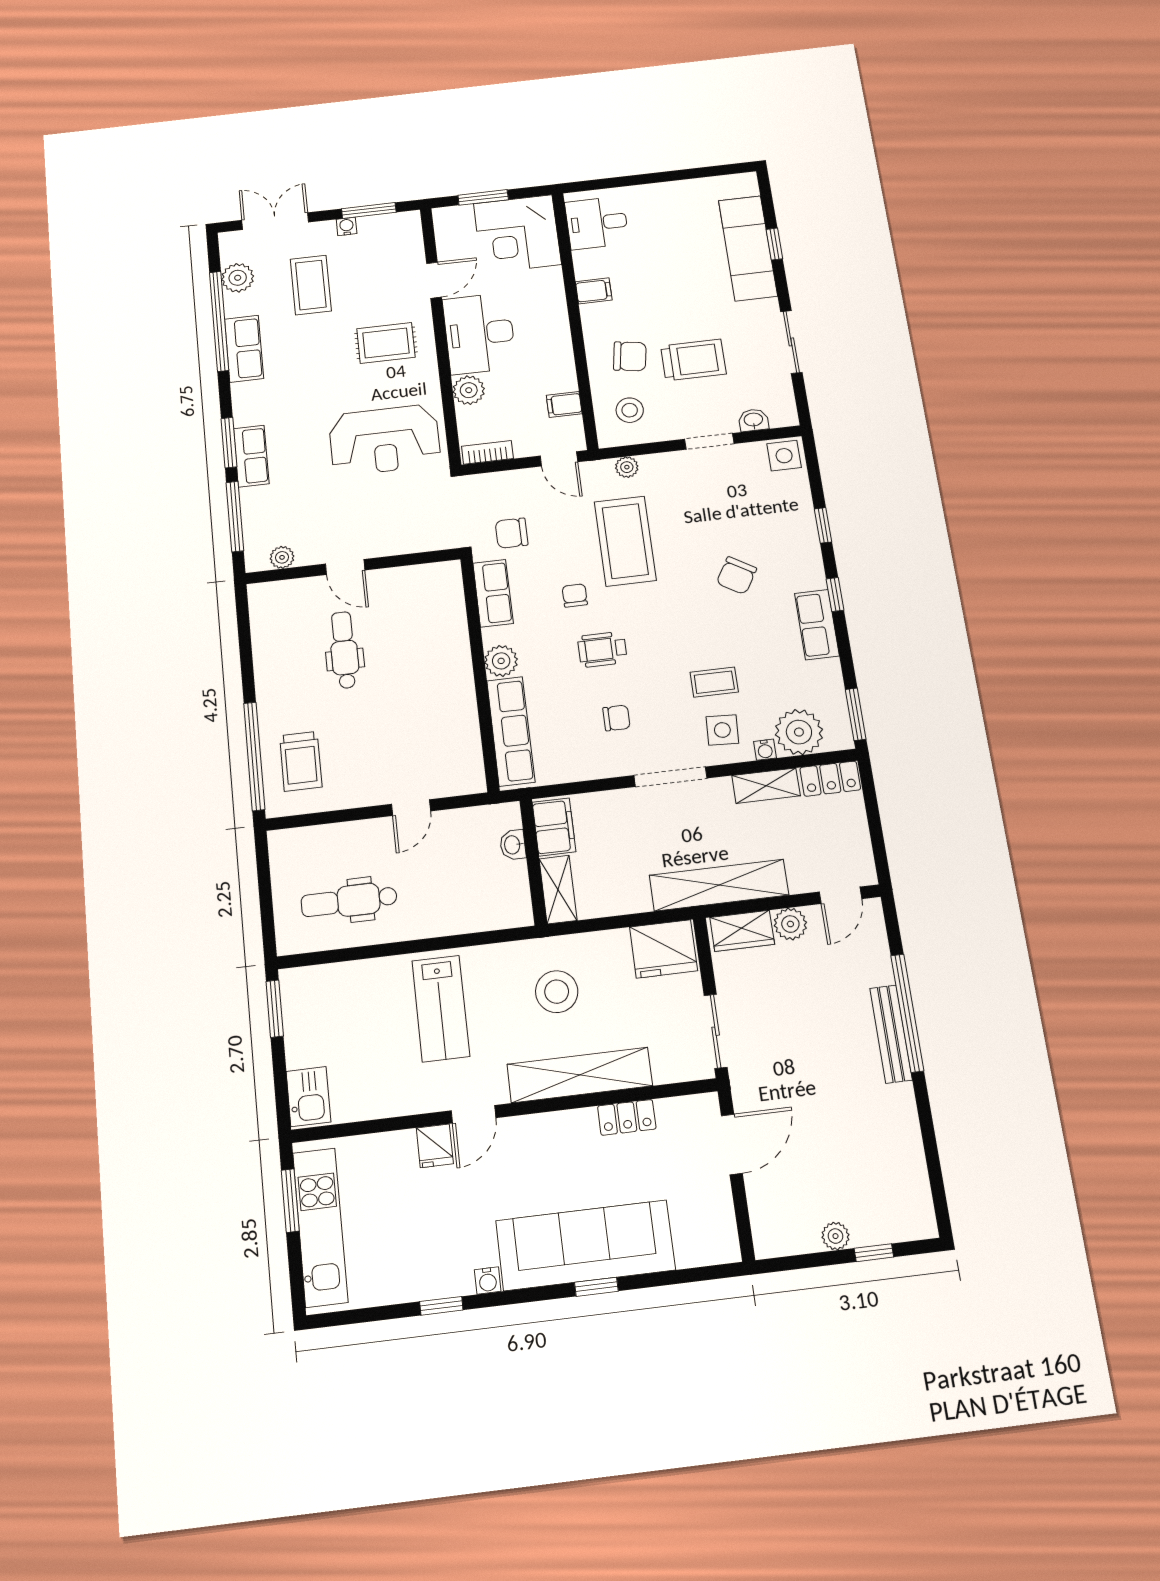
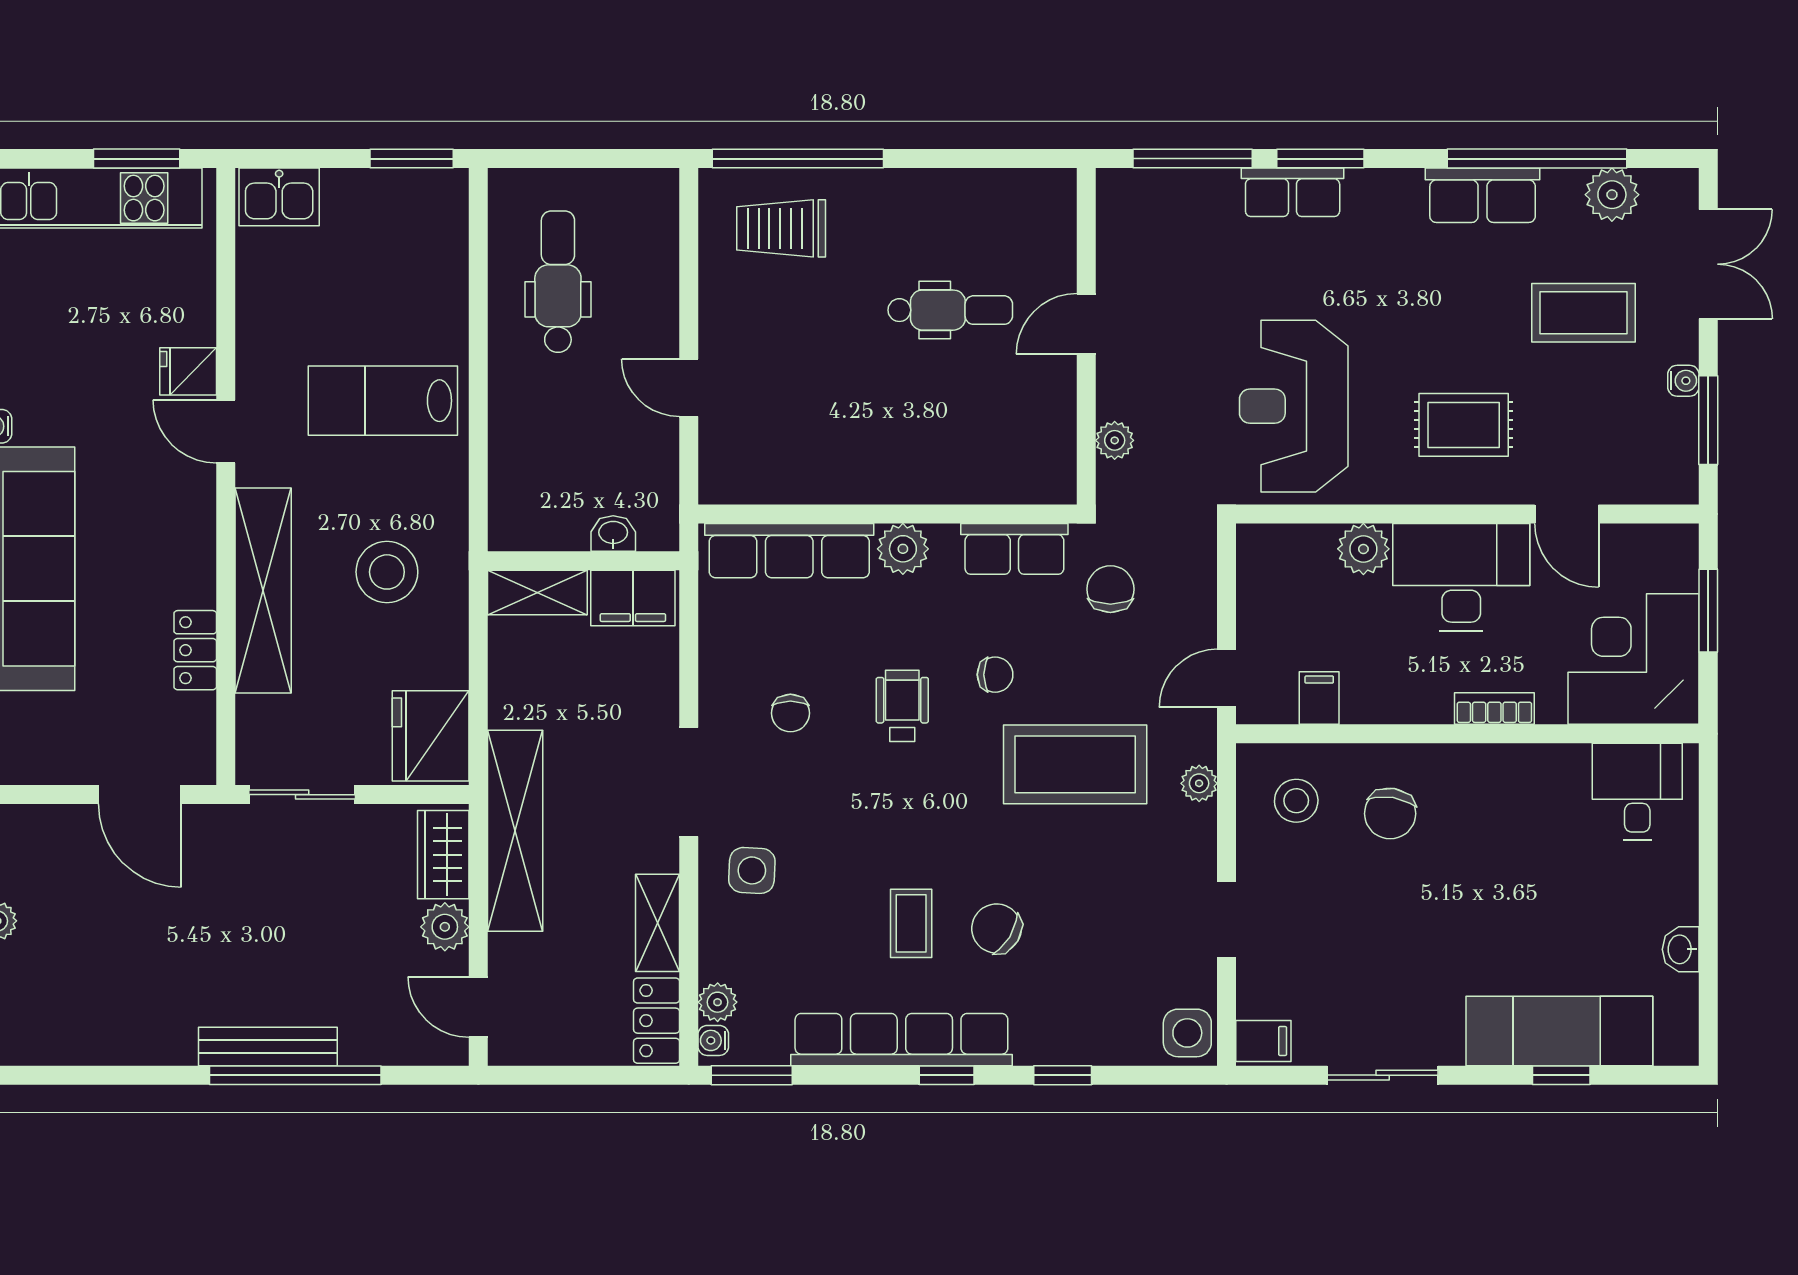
filing cabinet: (594, 291) -> (1263, 1041), moved, turned -90
rug: (386, 343) -> (1464, 425), turned 90
trolley: (693, 360) -> (1371, 914), removed
washbasin: (753, 420) -> (1681, 949), moved, turned 180
bookcase: (487, 452) -> (1494, 709), moved, turned -90
plant: (282, 557) -> (1115, 440), moved
row of seats: (817, 625) -> (901, 1040), width x2.02
coffee table: (714, 682) -> (911, 923), moved
plant: (799, 732) -> (718, 1002), width x0.53, depth x0.53
water cooler: (765, 750) -> (713, 1040), moved

